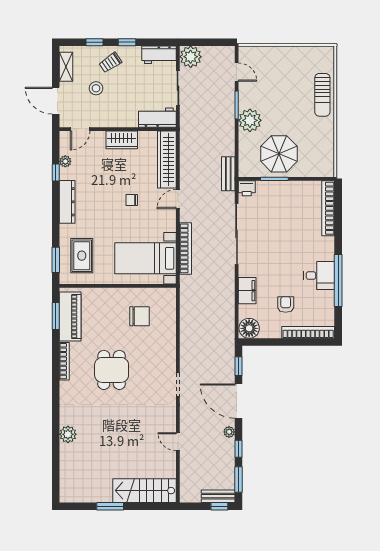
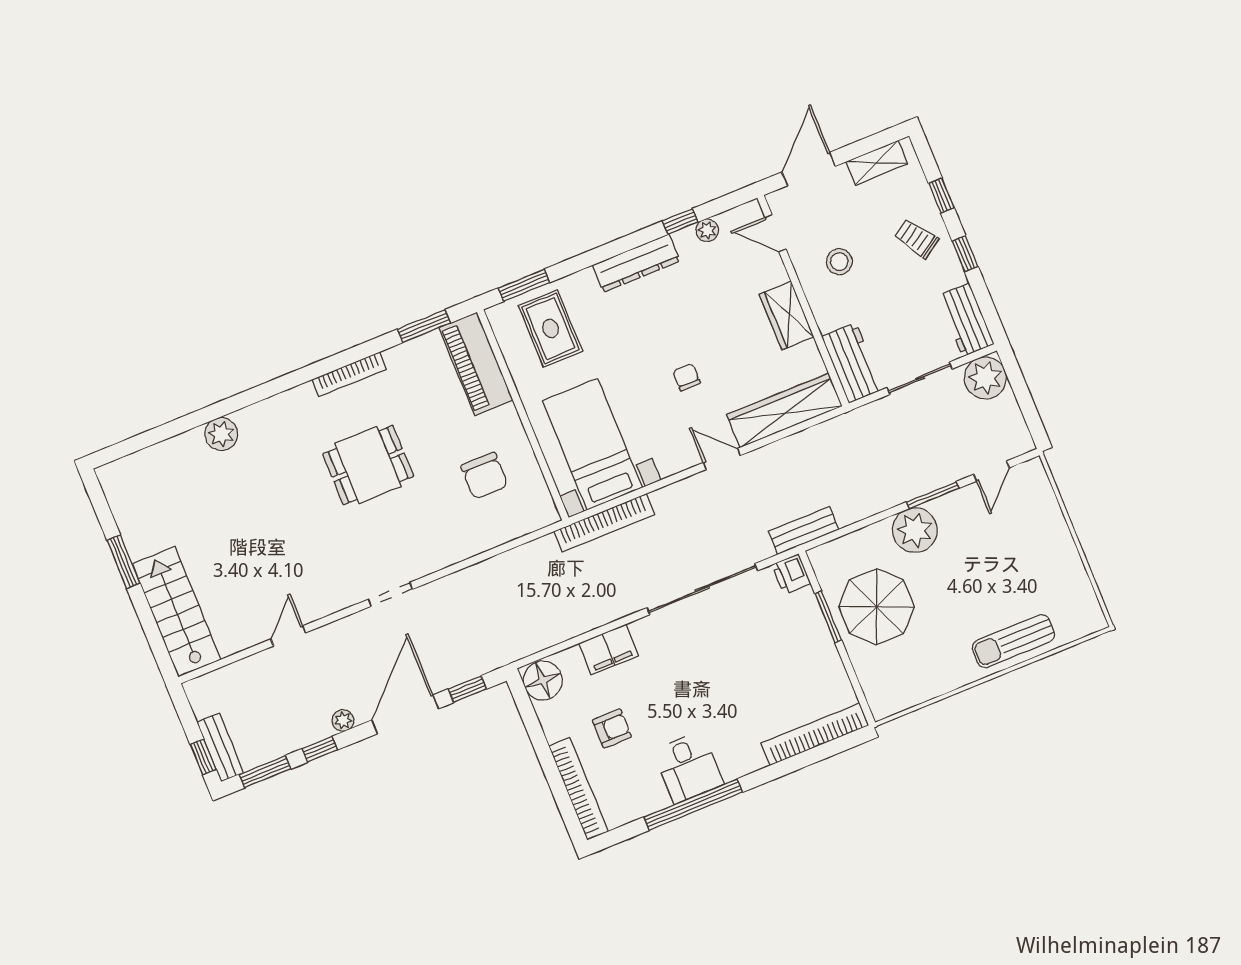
stool: (96, 88) -> (839, 262), moved
bookcase: (186, 248) -> (604, 523), moved
rug: (82, 256) -> (551, 328), turned 90
piano: (70, 316) -> (476, 364), moved, turned 90

